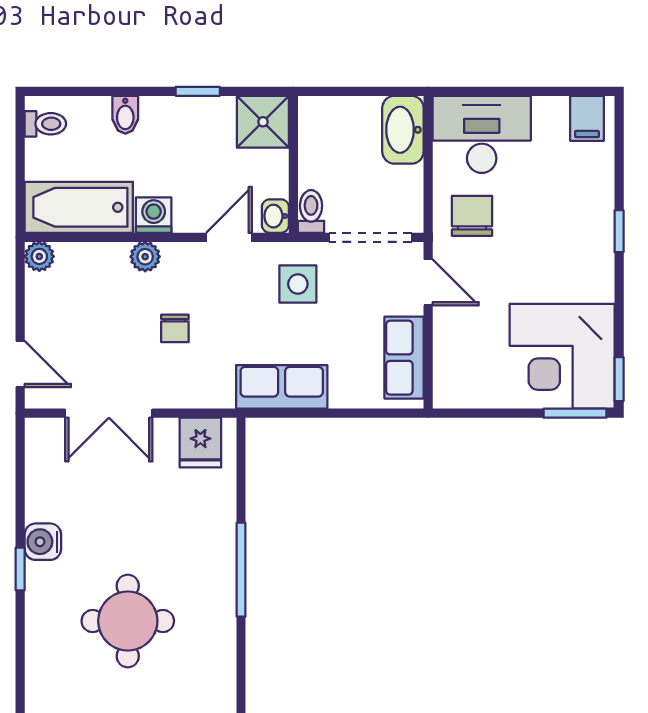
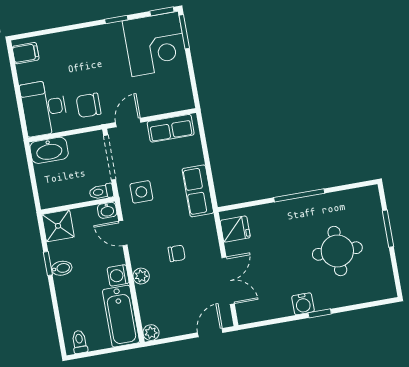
bidet: (125, 115) -> (62, 268), moved
window: (619, 231) -> (116, 19), moved

